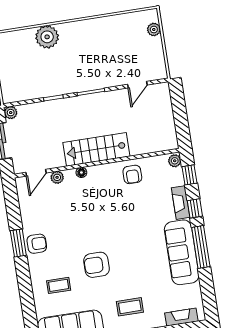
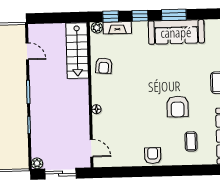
stairs: (96, 149) -> (77, 51), moved
armchair: (132, 174) -> (104, 66), turned 95
plant: (57, 177) -> (98, 131), removed
fireplace: (181, 203) -> (117, 28), moved
window: (18, 243) -> (150, 171), removed
window: (201, 247) -> (174, 15), width x0.69

